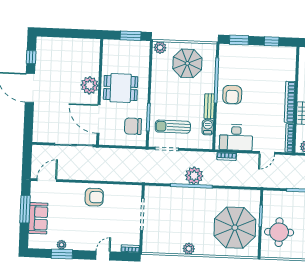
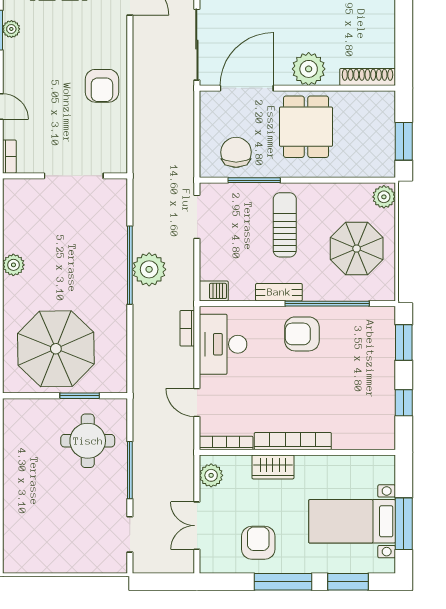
shoe rack: (95, 54) -> (368, 77), added
sun lounger: (173, 127) -> (285, 225), moved
barbecue: (208, 127) -> (214, 291), moved
round table: (279, 232) -> (88, 441), moved

